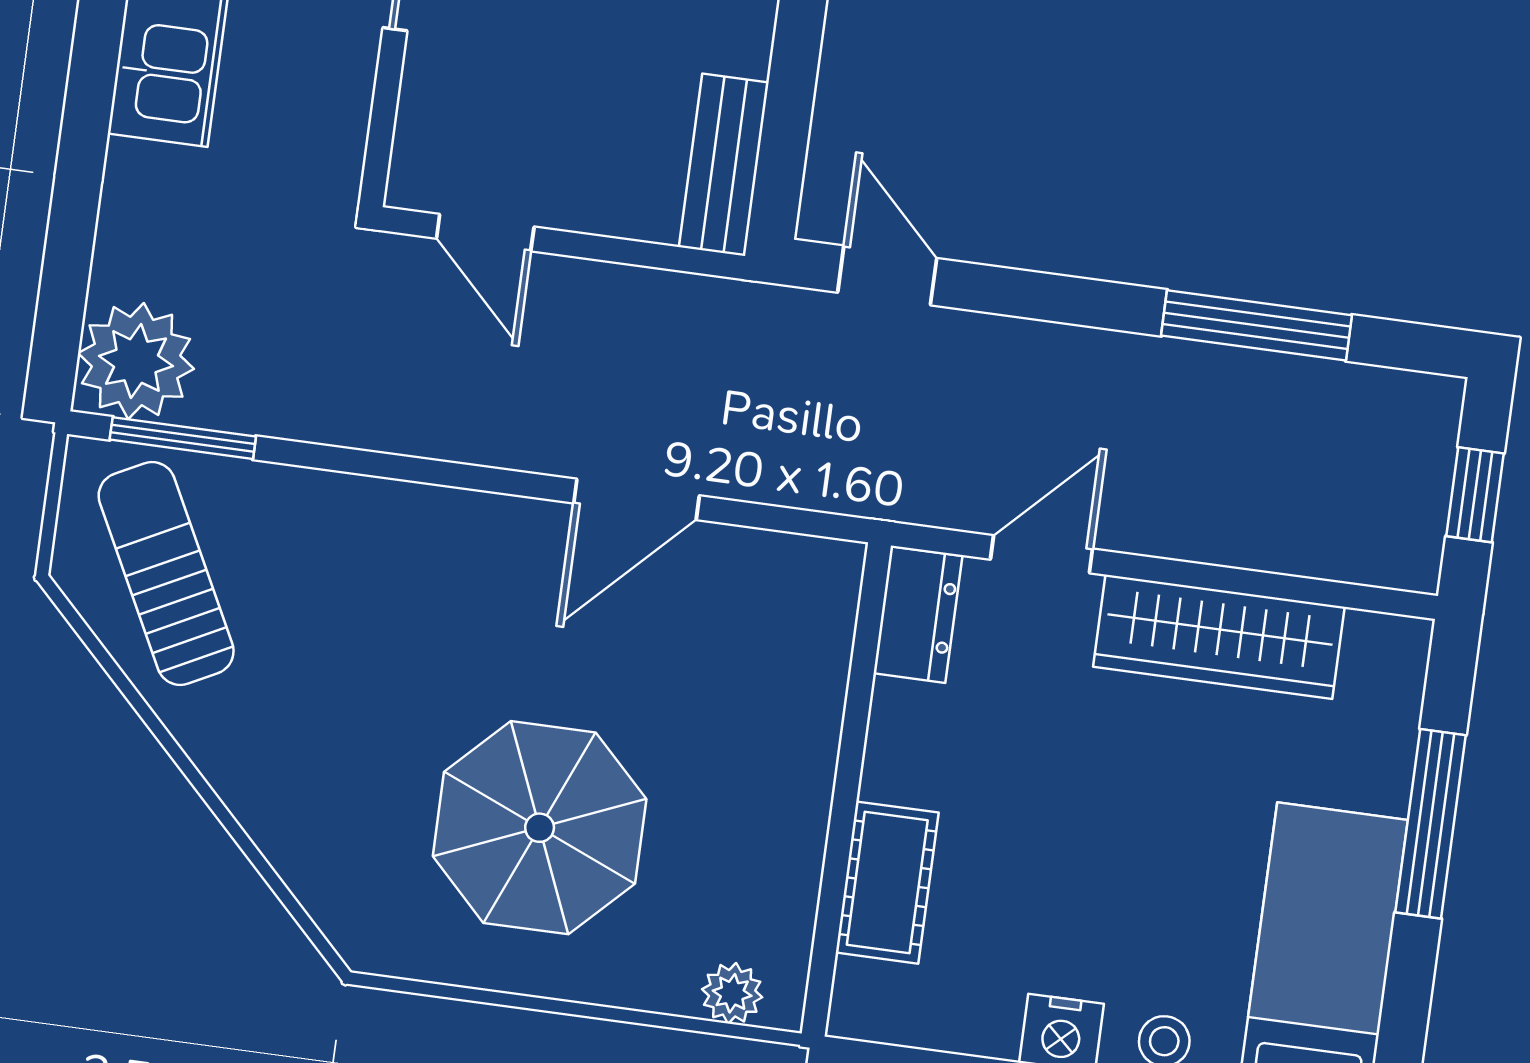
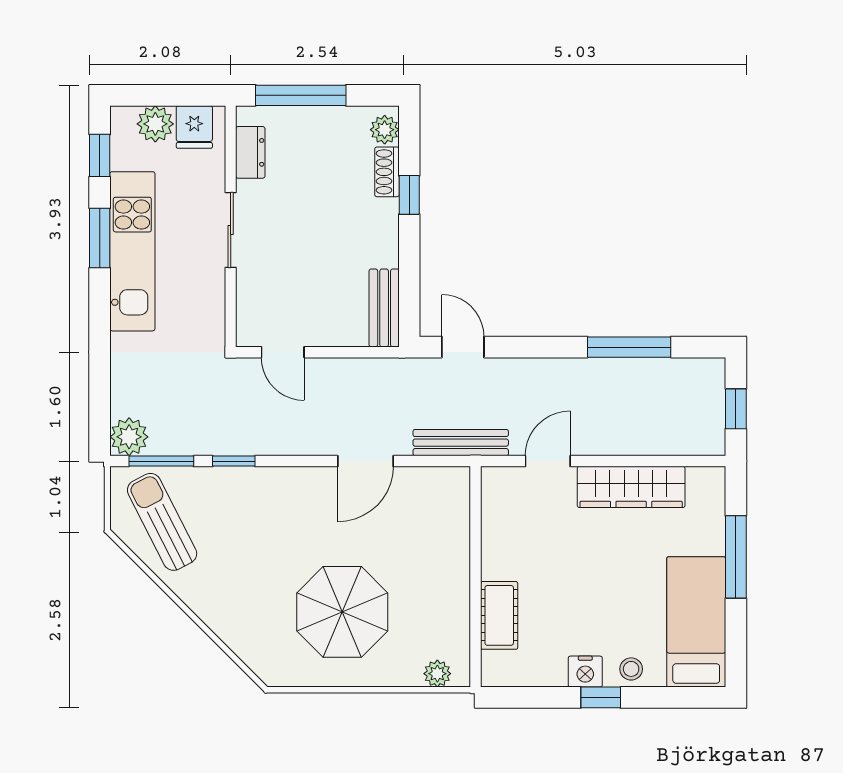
plant: (136, 361) -> (129, 437), width x0.73, depth x0.73
window: (344, 460) -> (234, 461), added
bench: (854, 487) -> (461, 443), added
dresser: (918, 615) -> (497, 495), removed

